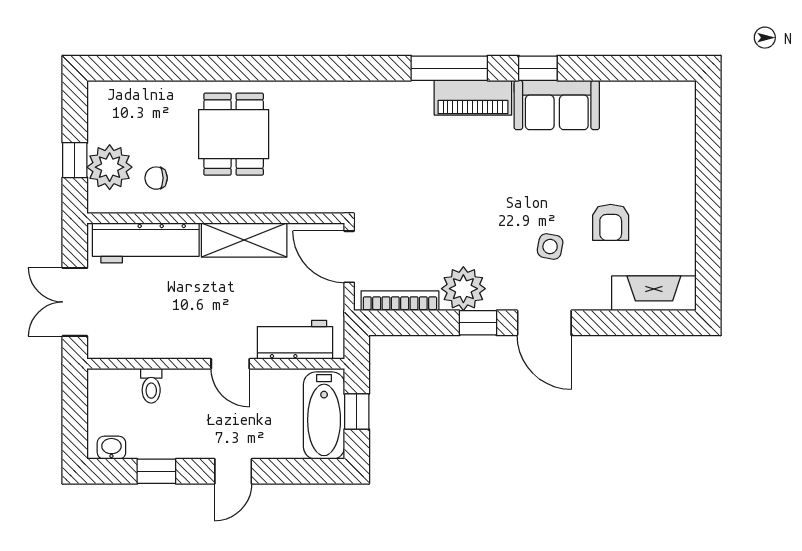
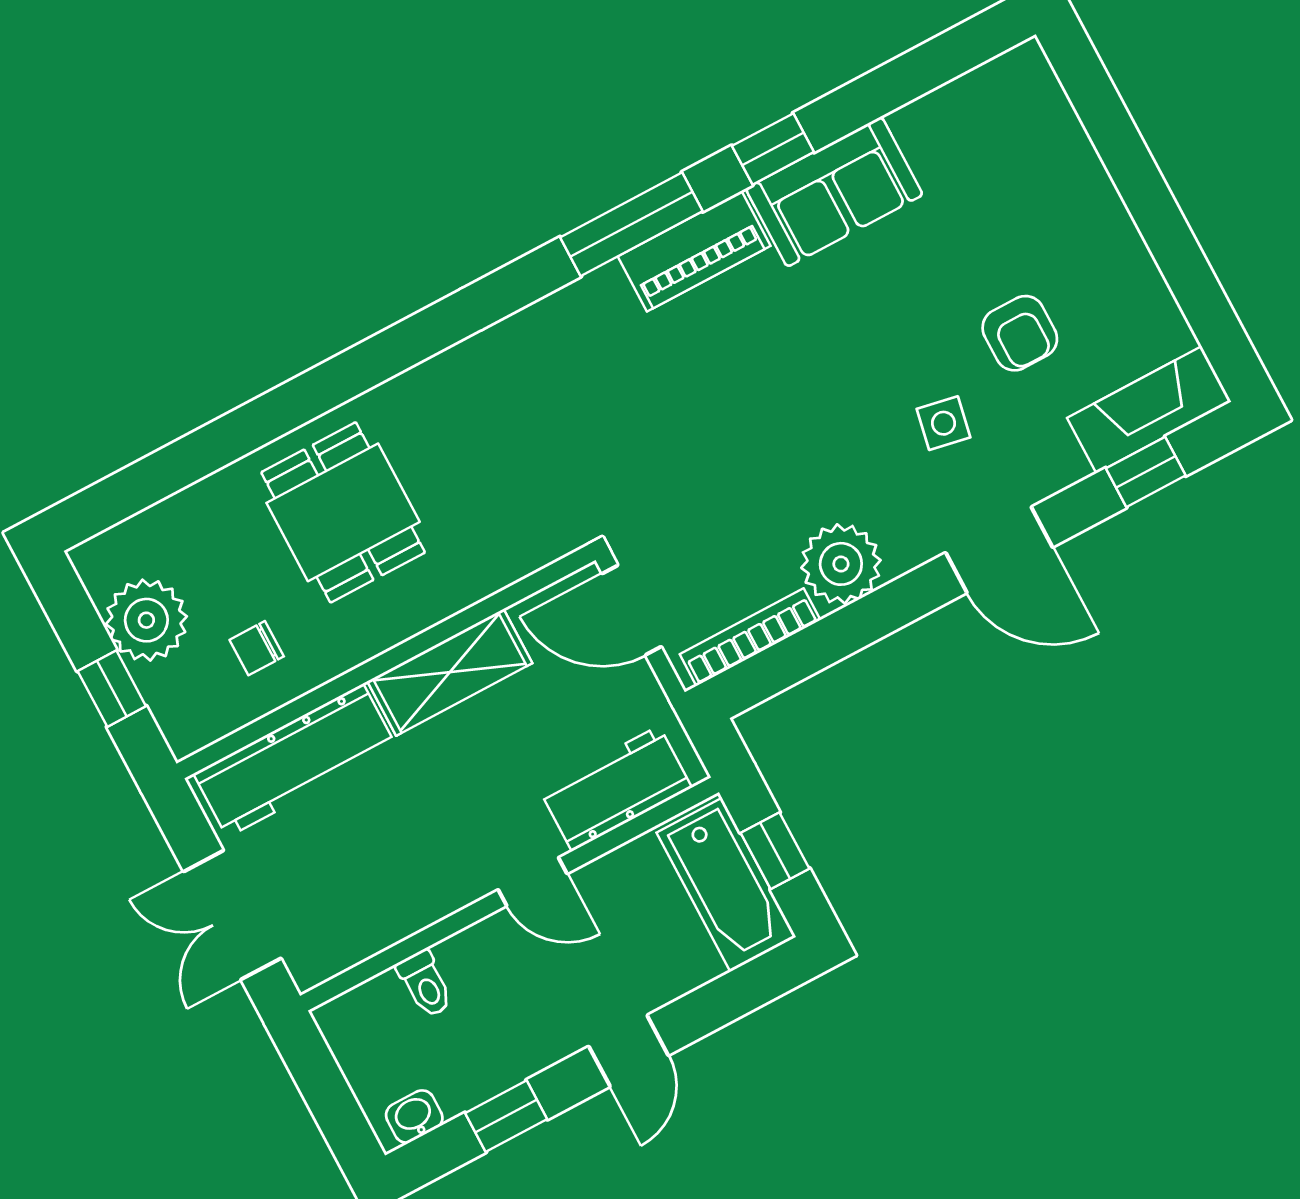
plant: (110, 167) -> (146, 620), moved
window: (478, 323) -> (1146, 472), moved

